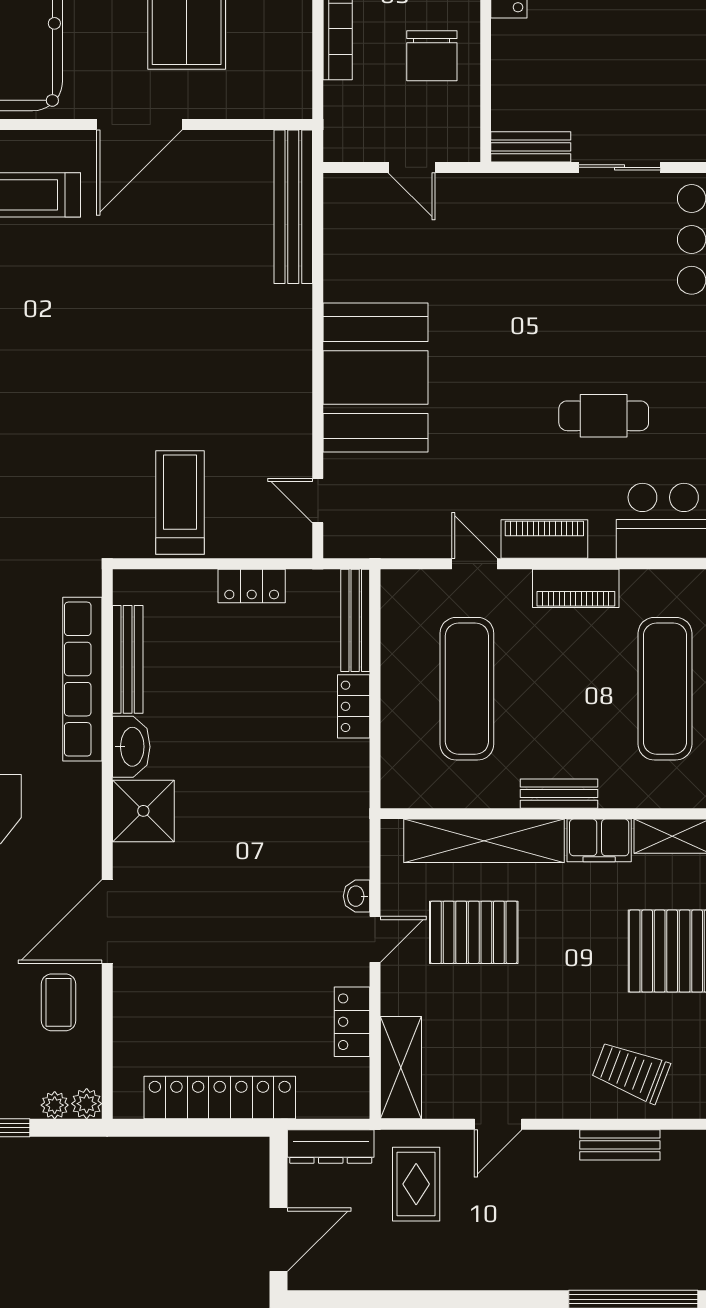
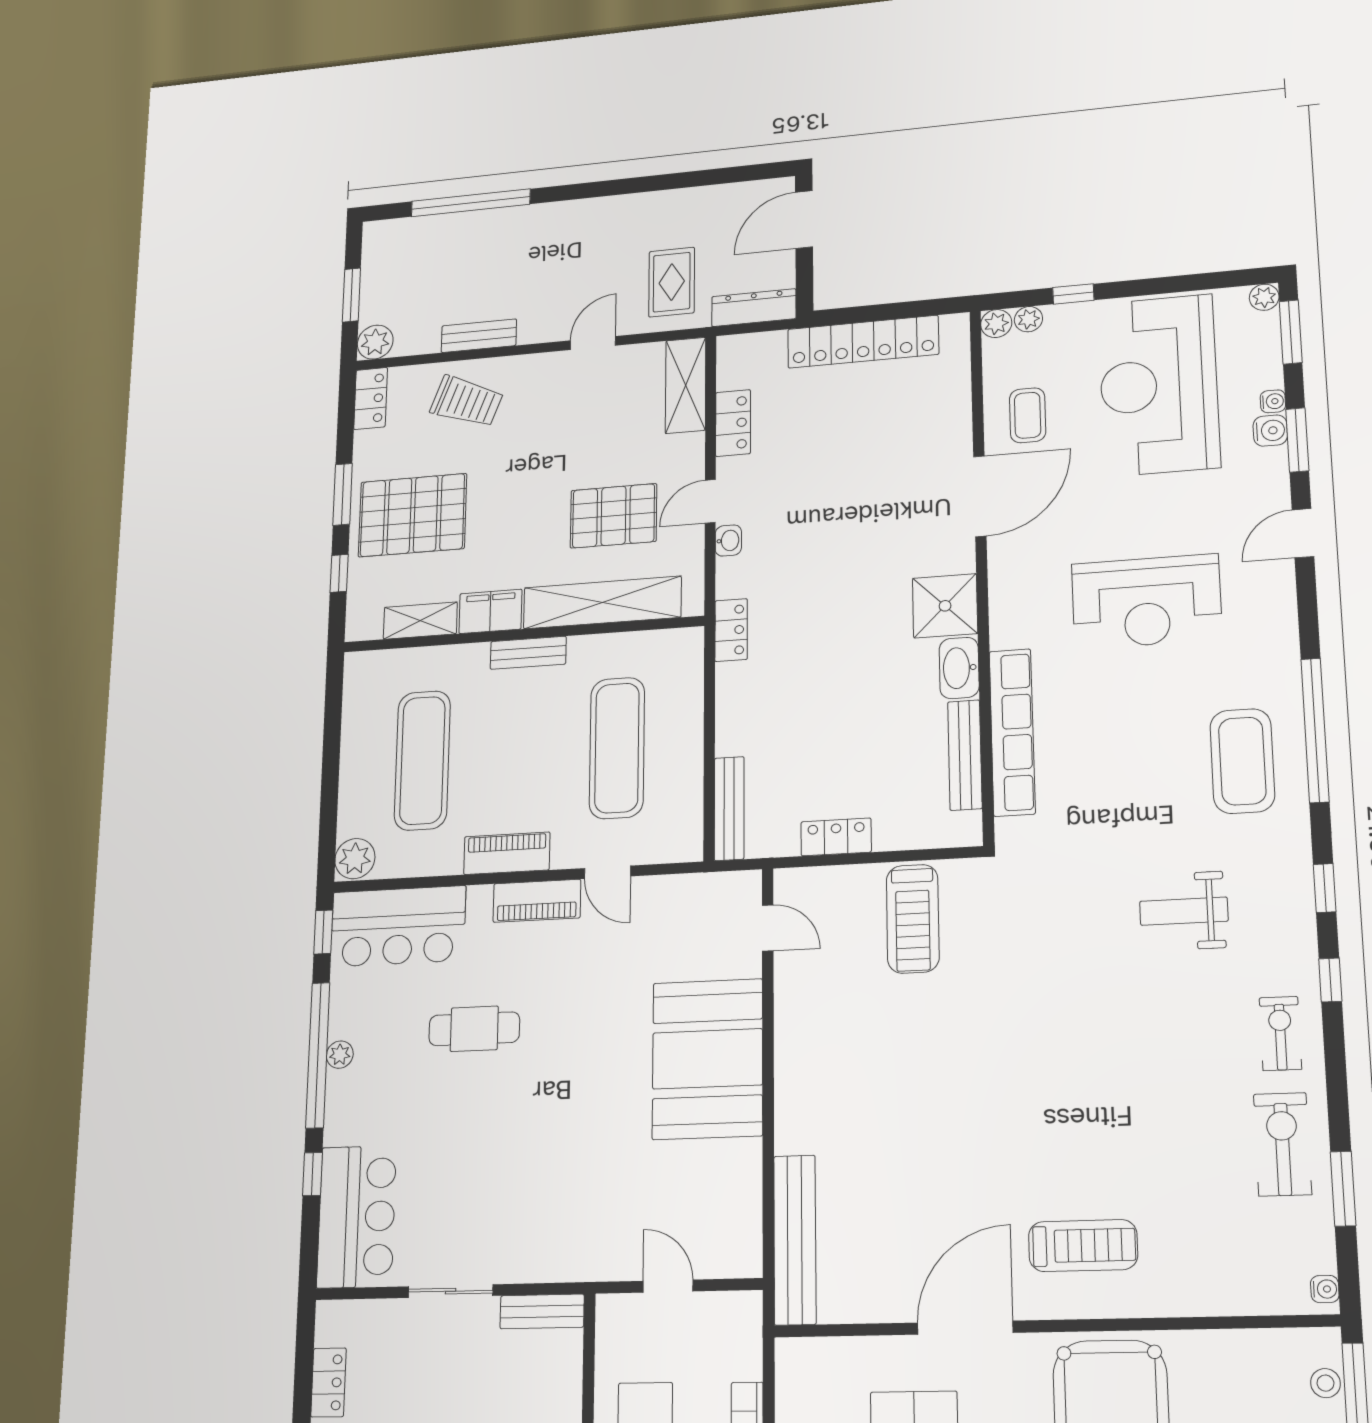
locker: (354, 706) -> (731, 630), moved

